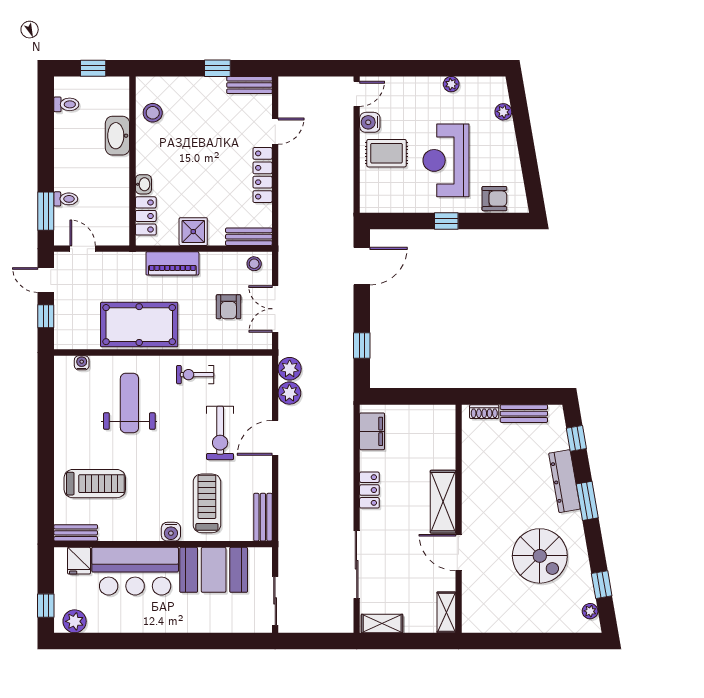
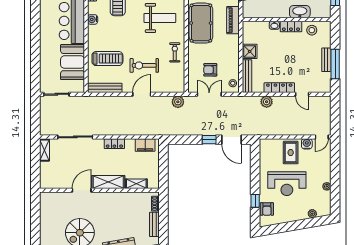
window: (217, 68) -> (335, 64), width x2.17
bench: (249, 85) -> (326, 60), moved
door: (357, 94) -> (322, 137), hinge flipped
reception desk: (446, 160) -> (287, 184), turned 180
locker: (146, 216) -> (291, 27), moved
window: (446, 221) -> (255, 201), moved
bench: (249, 237) -> (247, 76), width x1.36
piano: (172, 263) -> (233, 20), moved
window: (362, 346) -> (209, 140), moved
plant: (289, 393) -> (267, 102), moved
door: (275, 438) -> (142, 94), hinge flipped
bench: (263, 517) -> (105, 88), width x1.36
water cooler: (171, 532) -> (93, 19), moved
shelving: (446, 612) -> (136, 184), moved

